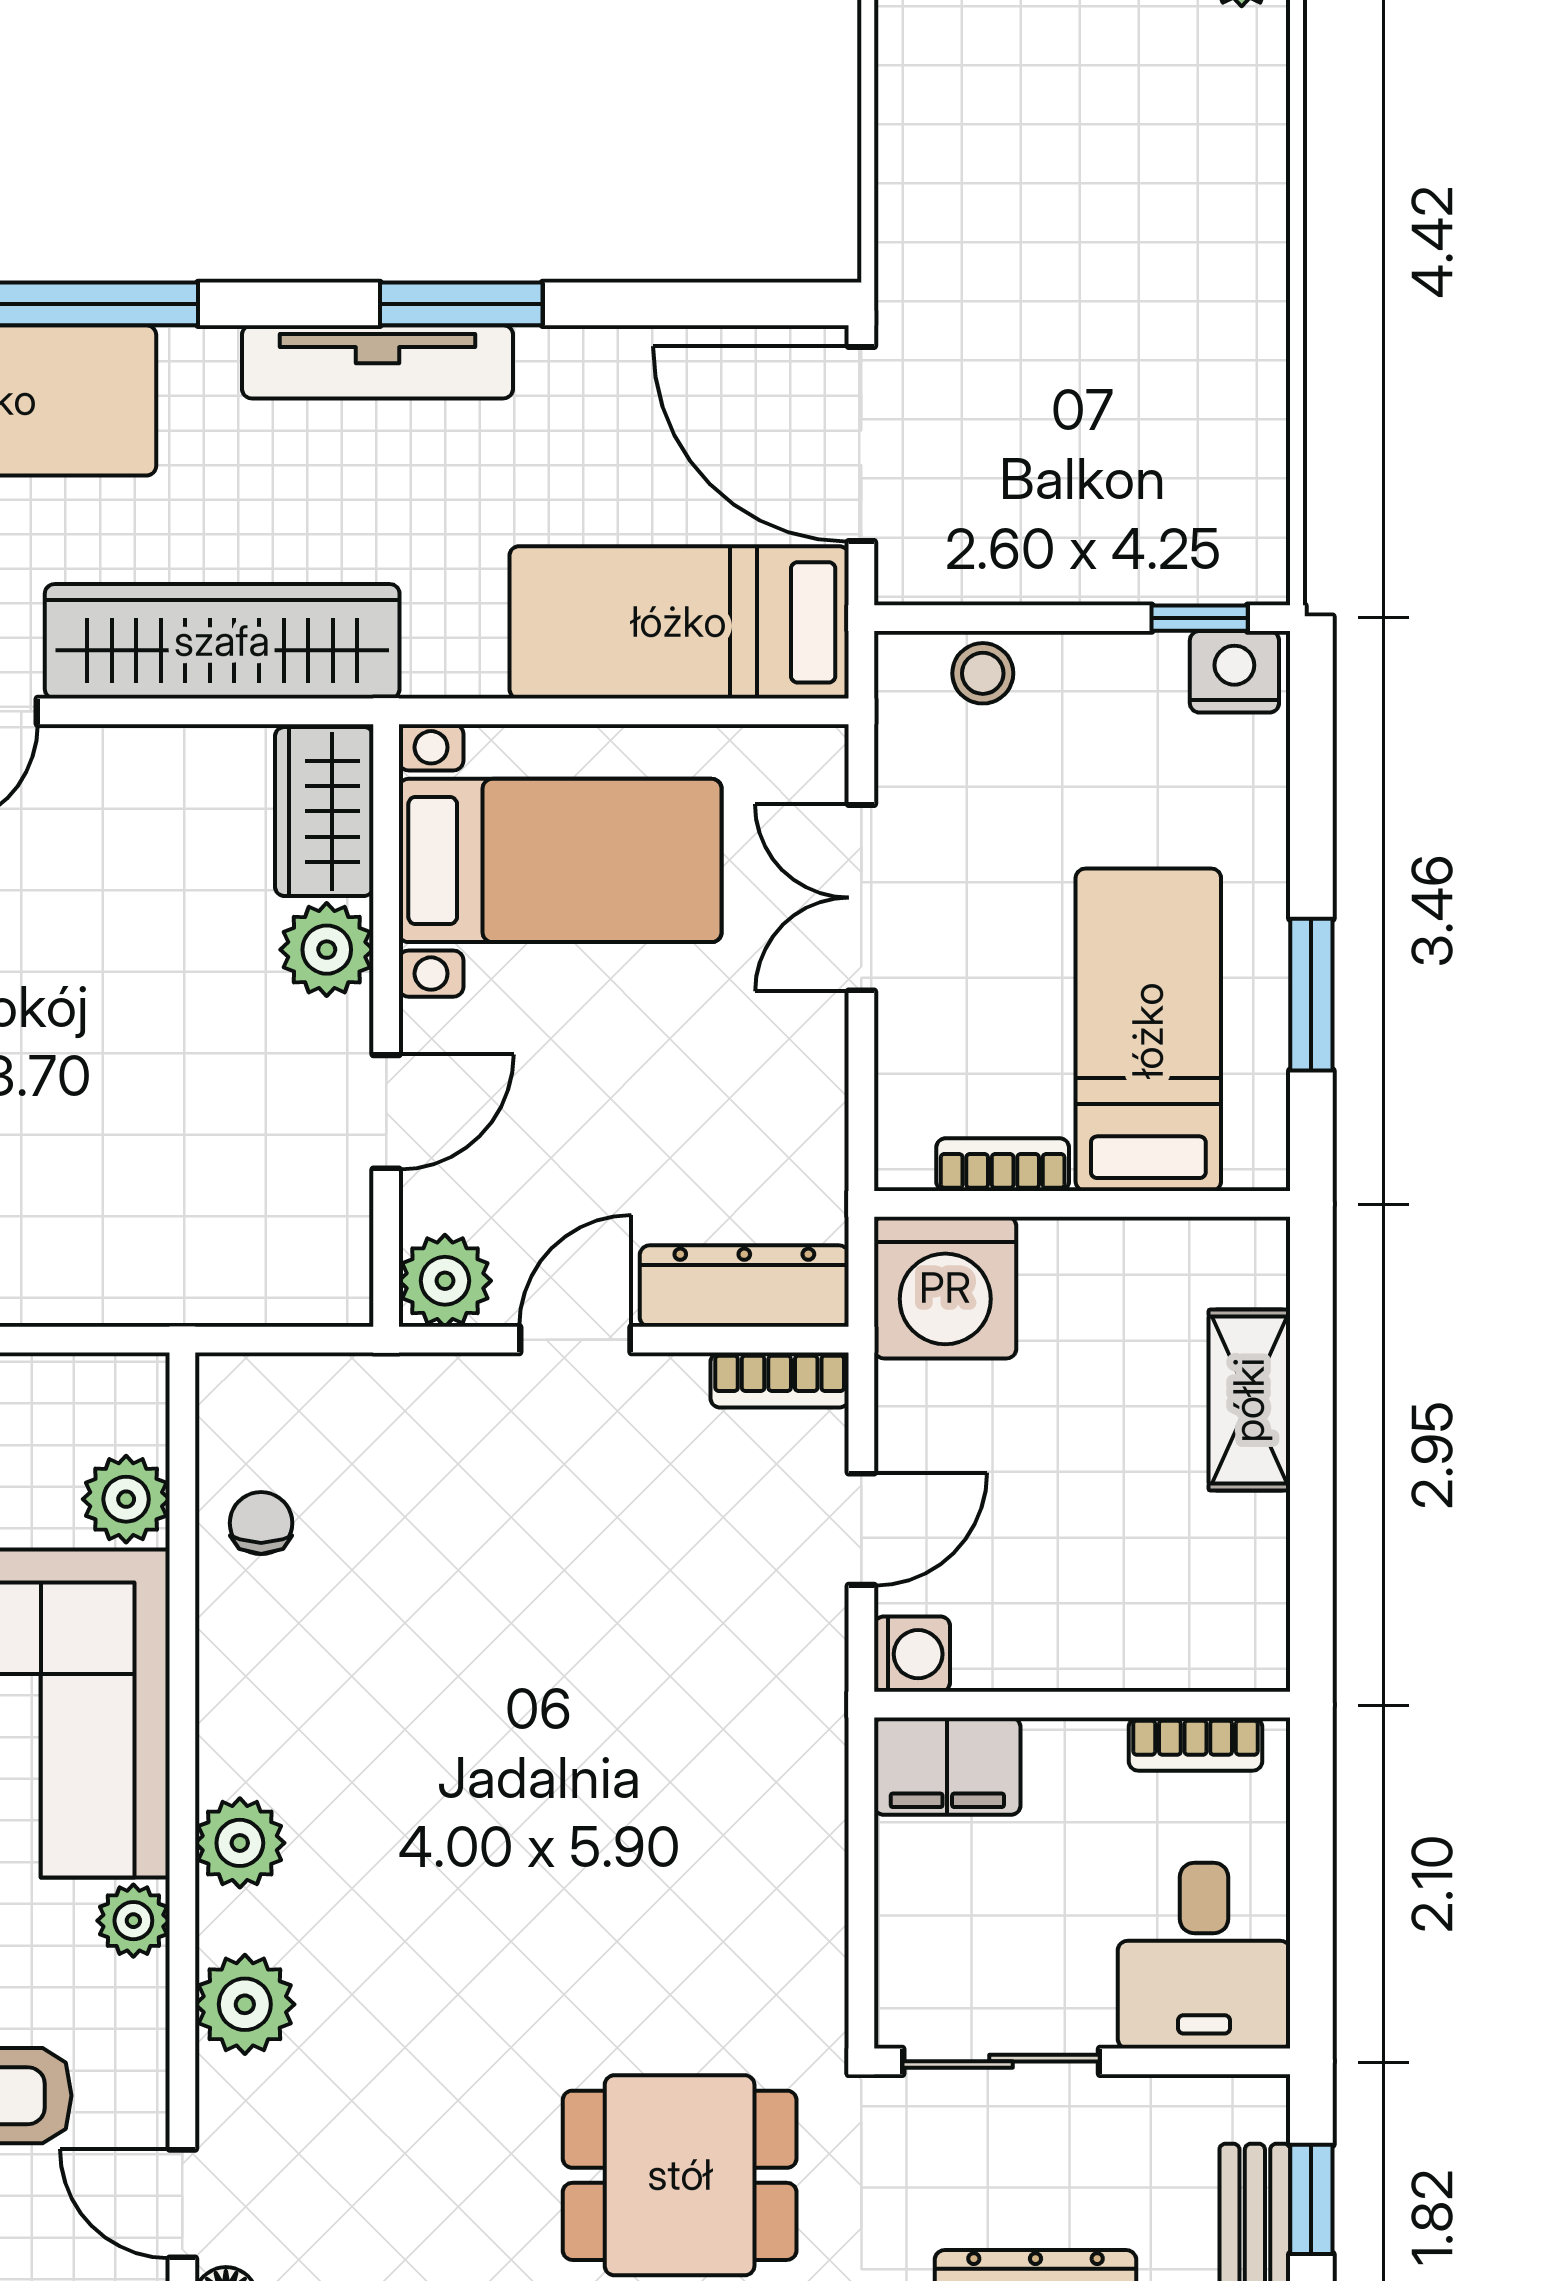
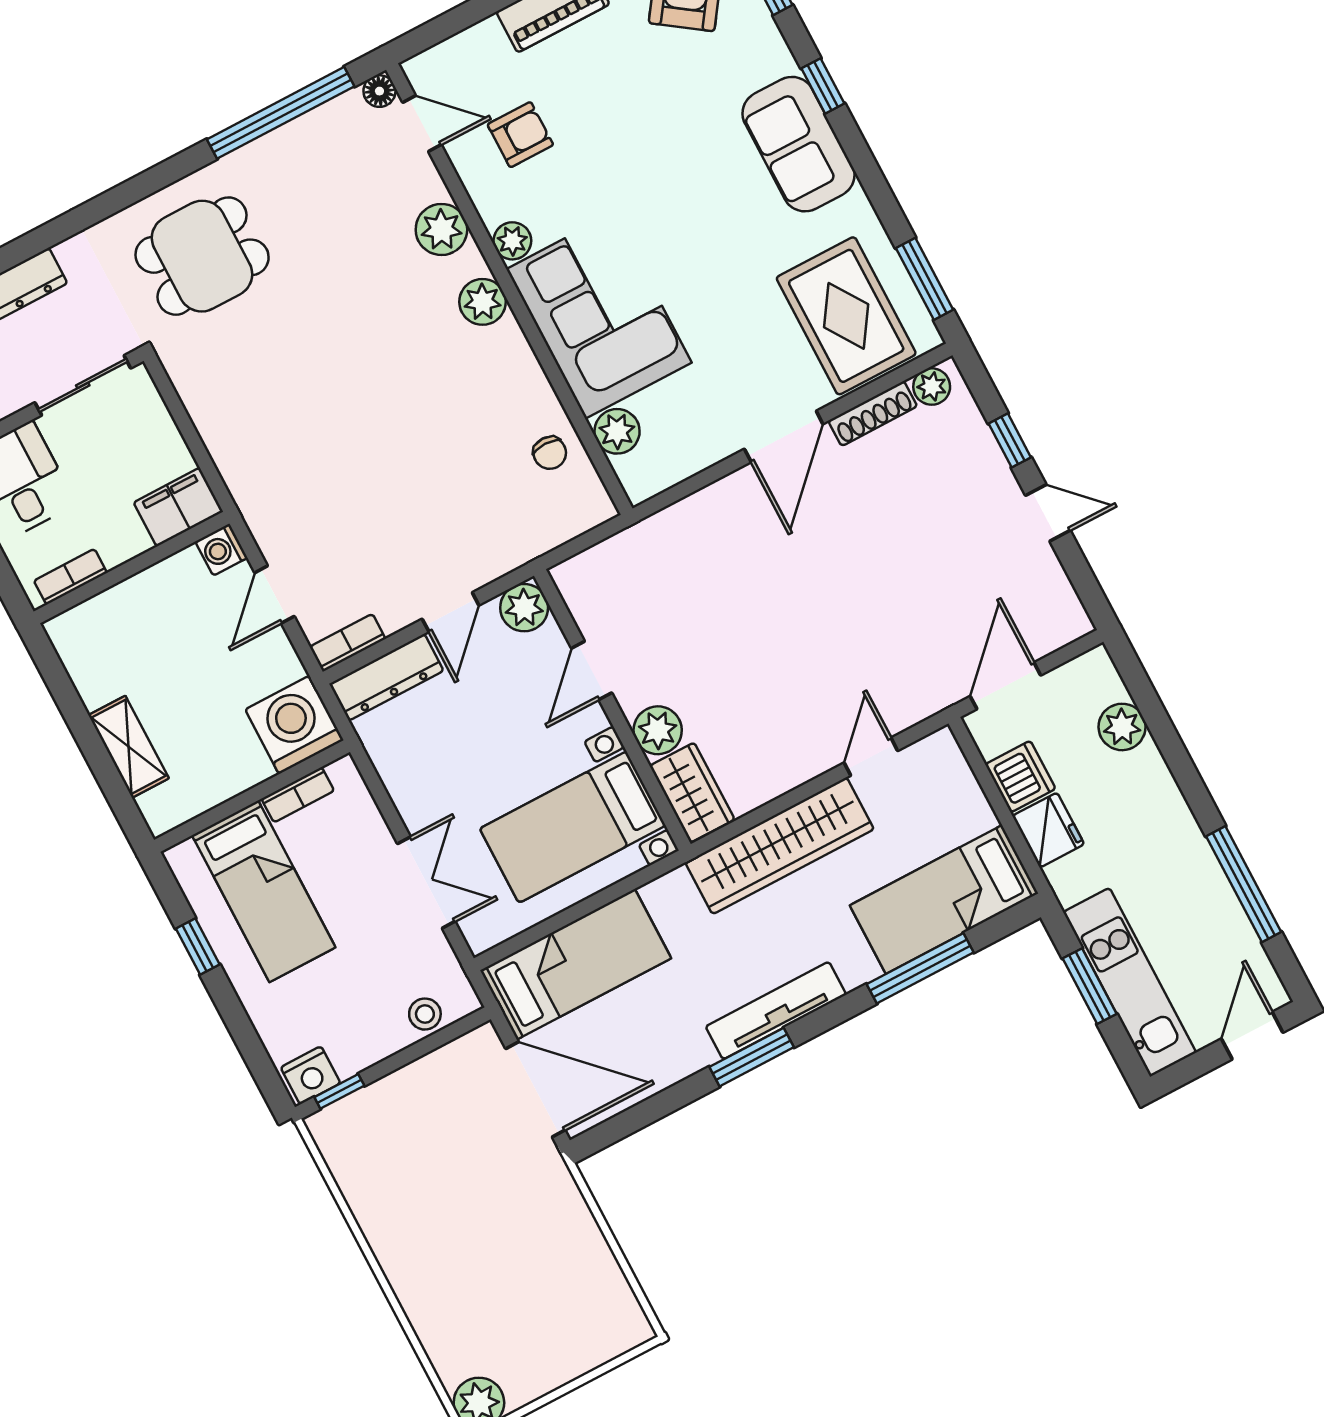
window: (1311, 995) -> (198, 947), width x0.67

